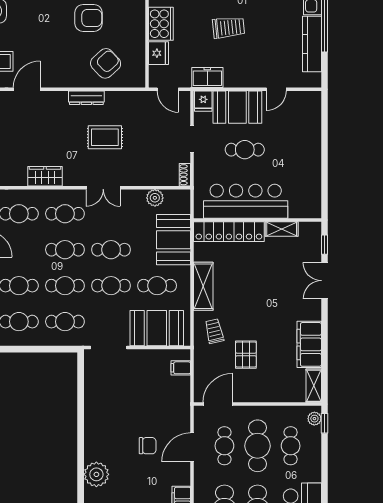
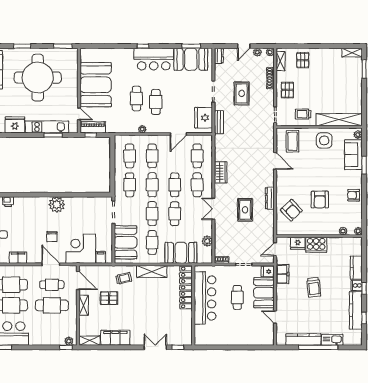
shelving: (282, 229) -> (84, 305), moved
corner desk: (167, 400) -> (81, 249), added
cafe table: (291, 446) -> (52, 326), removed
plant: (96, 474) -> (57, 205), moved

